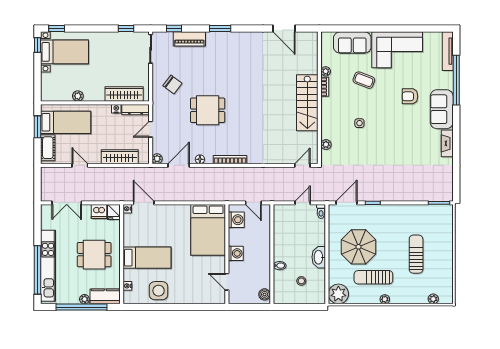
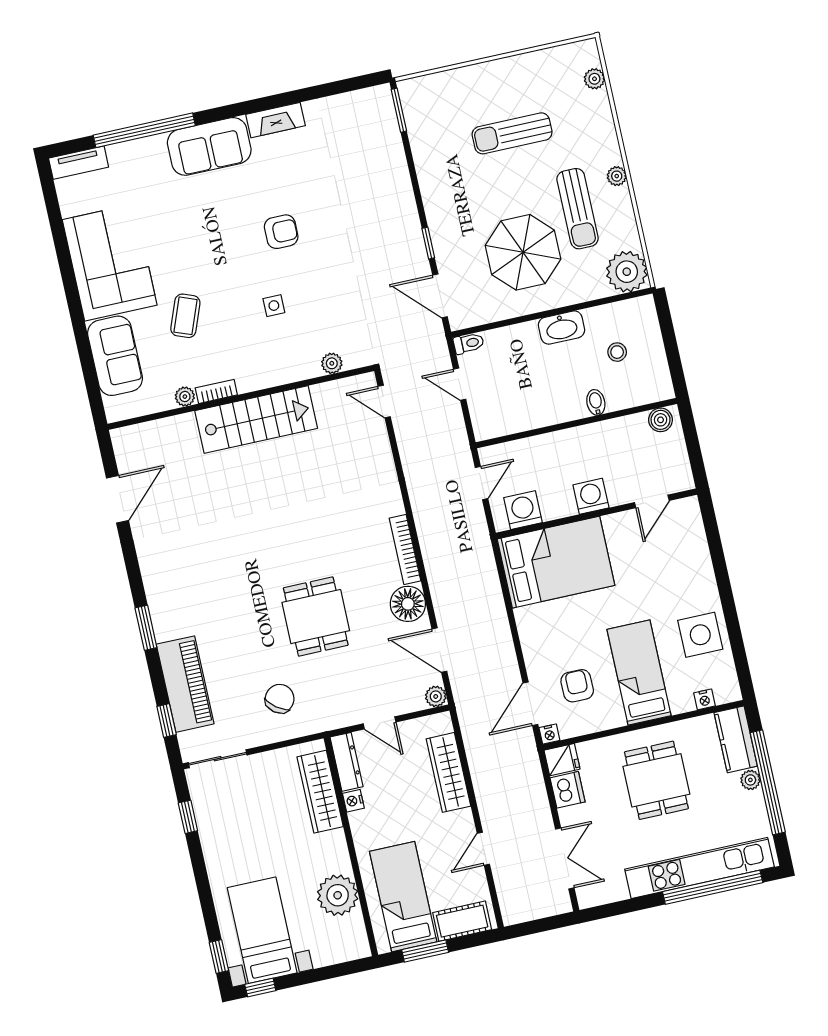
piano: (189, 39) -> (185, 684), width x1.37, depth x1.33
tv unit: (448, 51) -> (79, 163), width x0.71
plant: (78, 96) -> (338, 895), width x1.88, depth x1.88
armchair: (410, 96) -> (281, 232), moved, turned -90
floor lamp: (200, 159) -> (408, 604), width x1.89, depth x1.89
armchair: (147, 227) -> (577, 686), added

